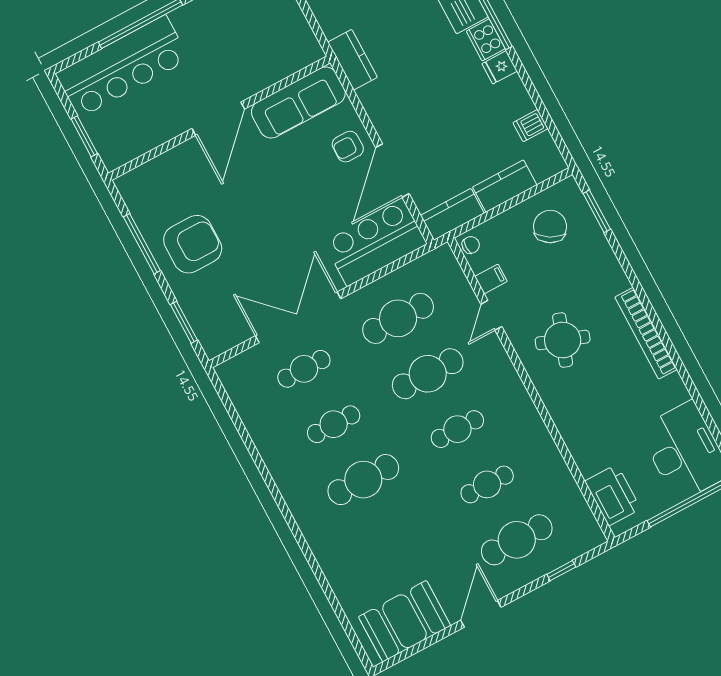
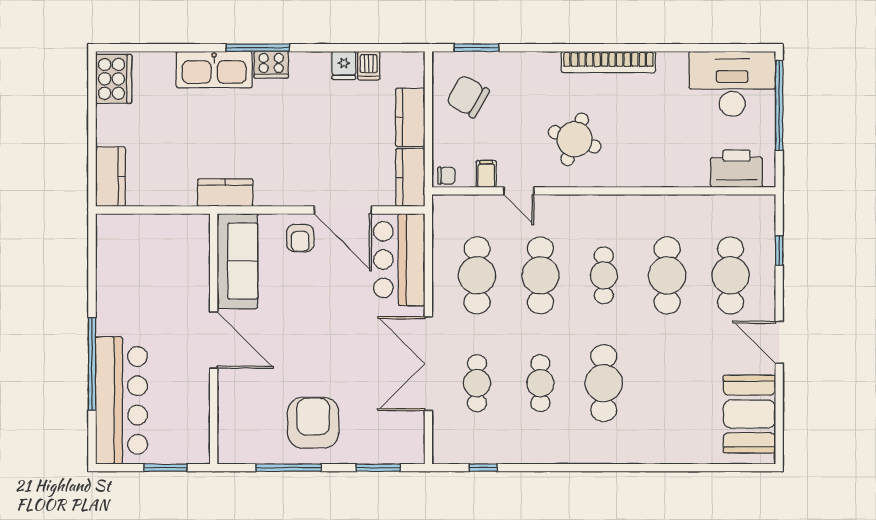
fridge: (500, 67) -> (344, 65), moved
chair: (471, 245) -> (446, 176), turned 91
window: (233, 414) -> (483, 468), added
cafe table: (487, 484) -> (667, 275), width x1.37, depth x1.35

